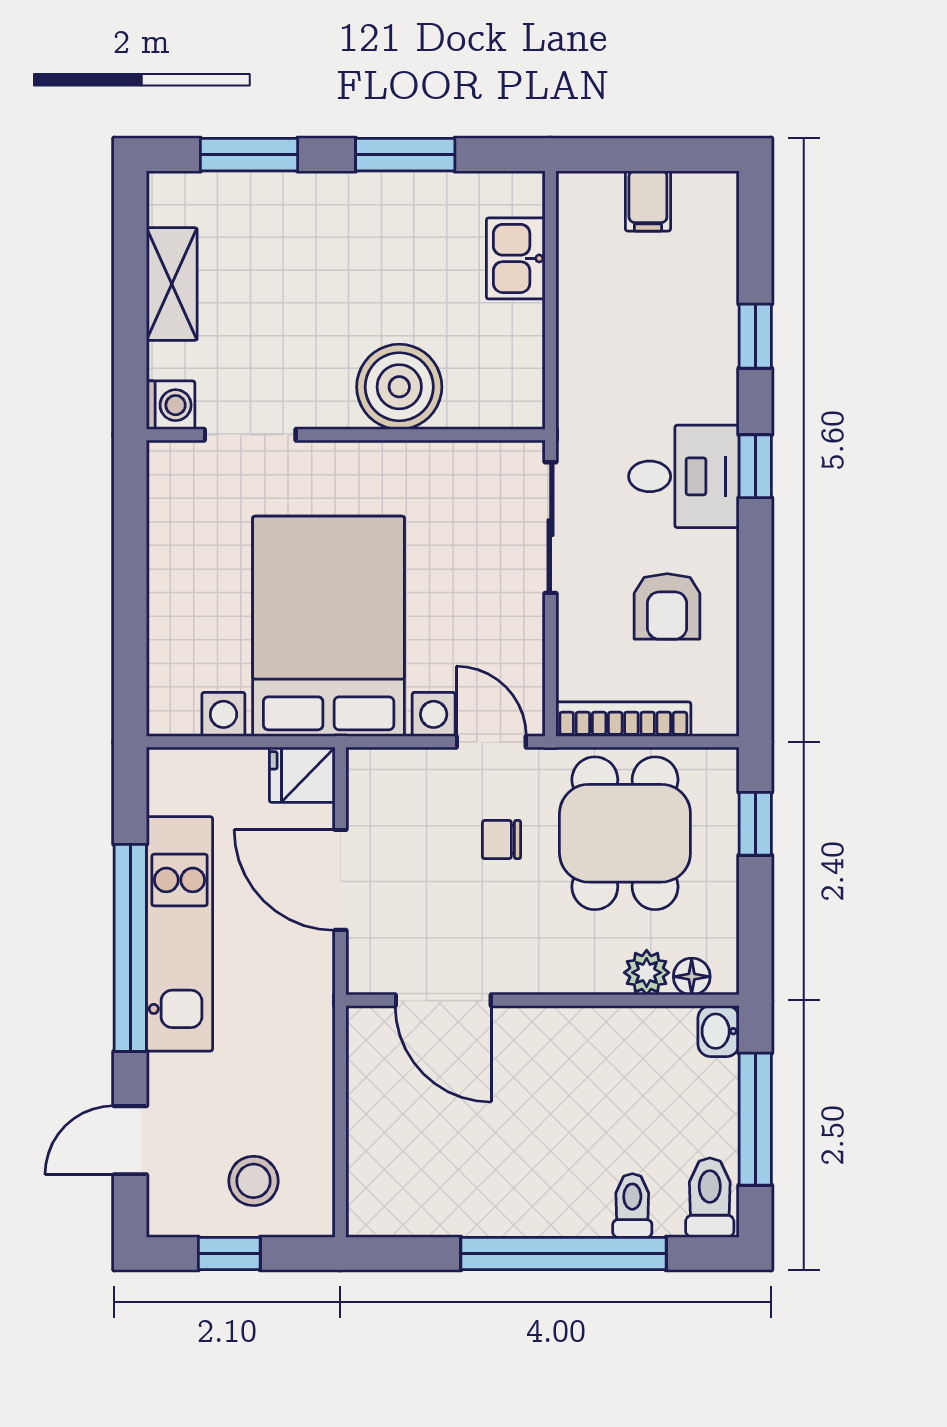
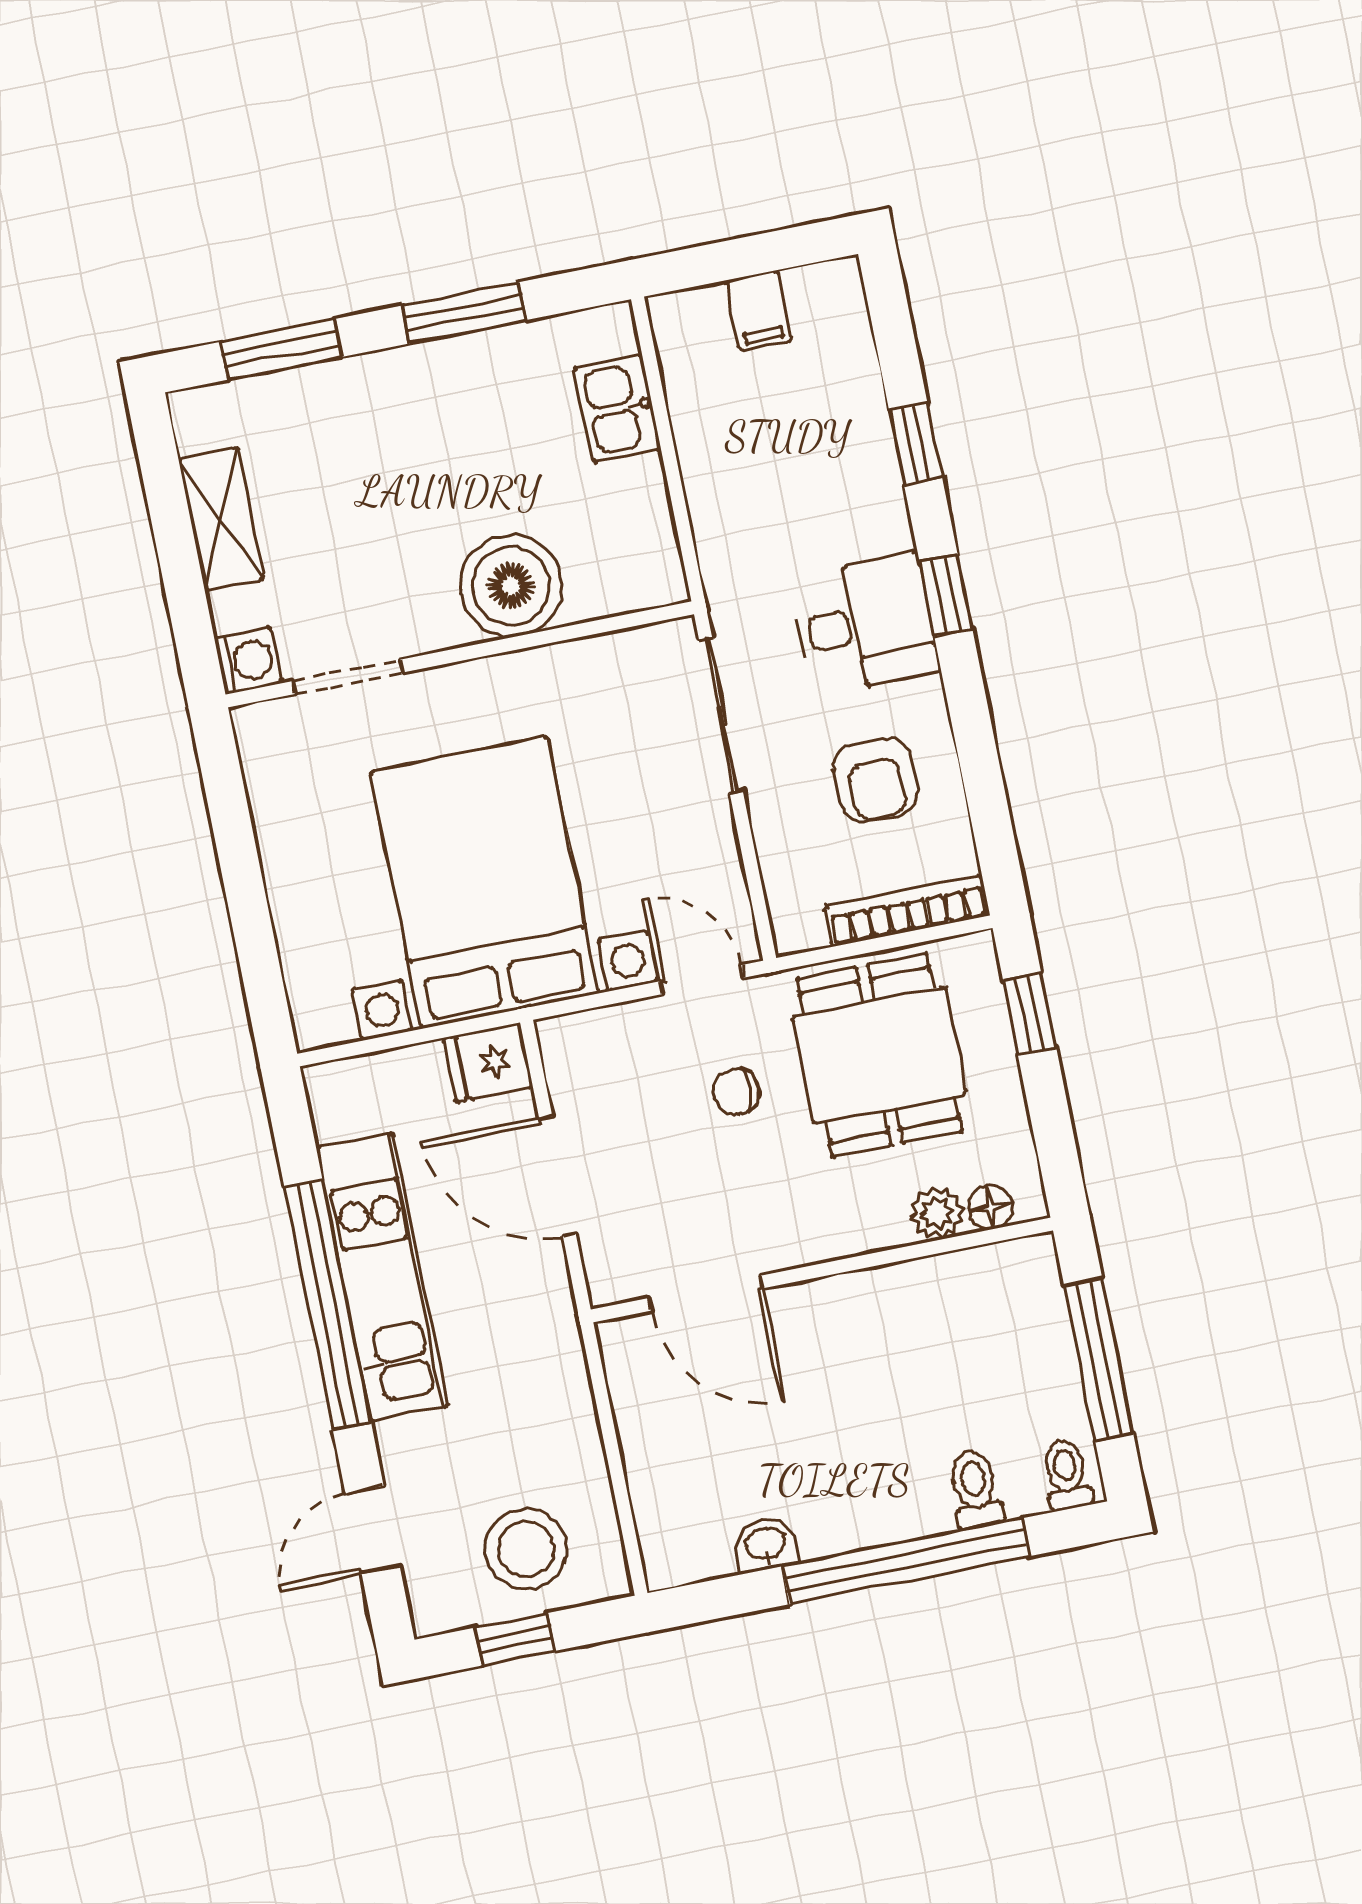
bookcase: (623, 719) -> (907, 911), moved
washbasin: (719, 1031) -> (766, 1545), moved, turned 90
stool: (253, 1181) -> (526, 1549), width x1.38, depth x1.38
toilet: (710, 1198) -> (1066, 1475), width x0.73, depth x0.72

